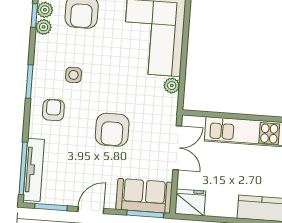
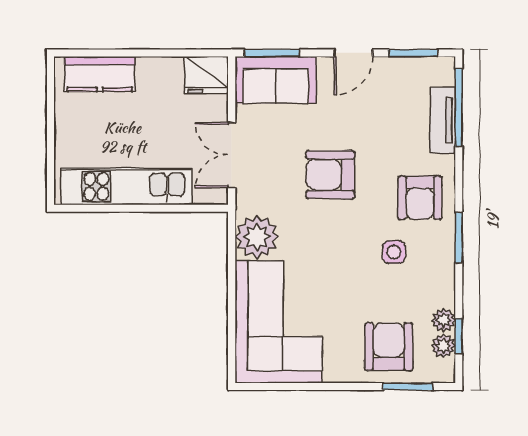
plant: (172, 86) -> (257, 237), width x1.88, depth x1.88
armchair: (53, 110) -> (420, 198), width x1.38, depth x1.38
armchair: (112, 130) -> (330, 175), turned -90
tv unit: (34, 170) -> (443, 120), width x0.71

